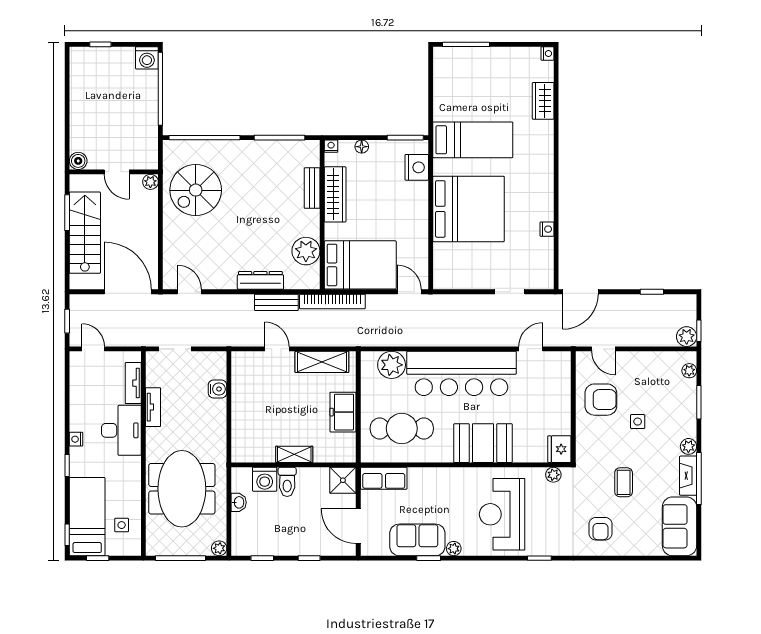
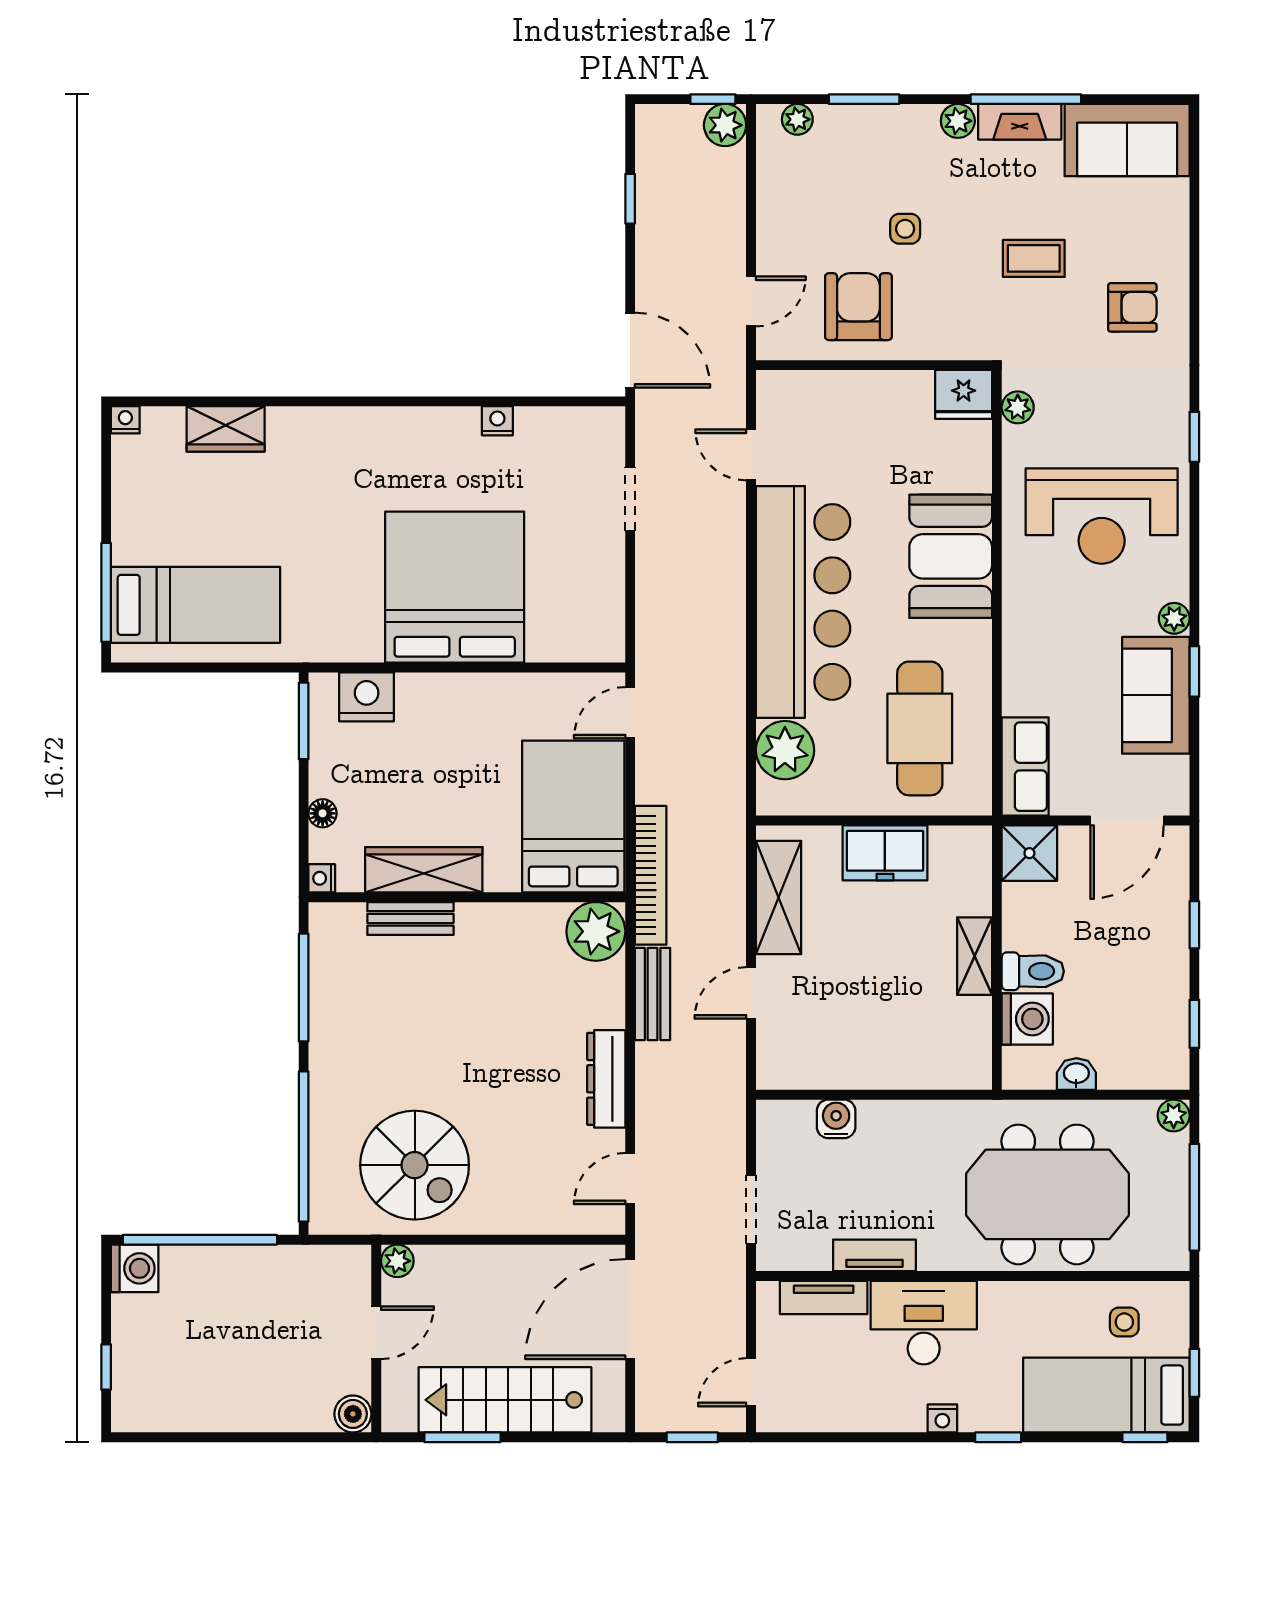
bed: (473, 140) -> (196, 605), moved, turned 90
plant: (306, 251) -> (596, 931), moved
dresser: (260, 280) -> (606, 1079), moved

